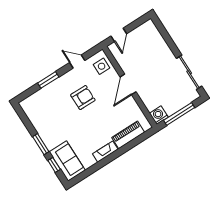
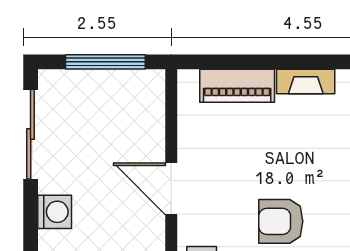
door: (128, 84) -> (171, 189), swing flipped
washing machine: (159, 115) -> (55, 212), moved, turned -90

